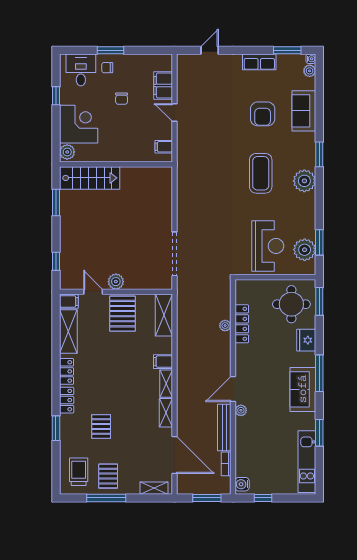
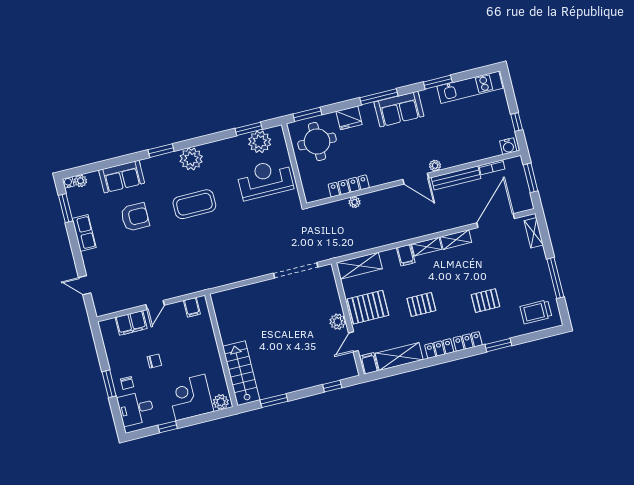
pallet: (108, 476) -> (421, 304), moved

